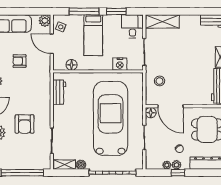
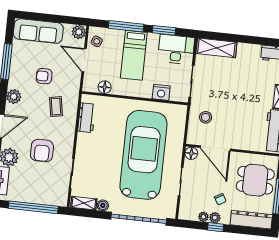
desk: (132, 26) -> (176, 49), width x1.37
coffee table: (32, 86) -> (56, 107), added

